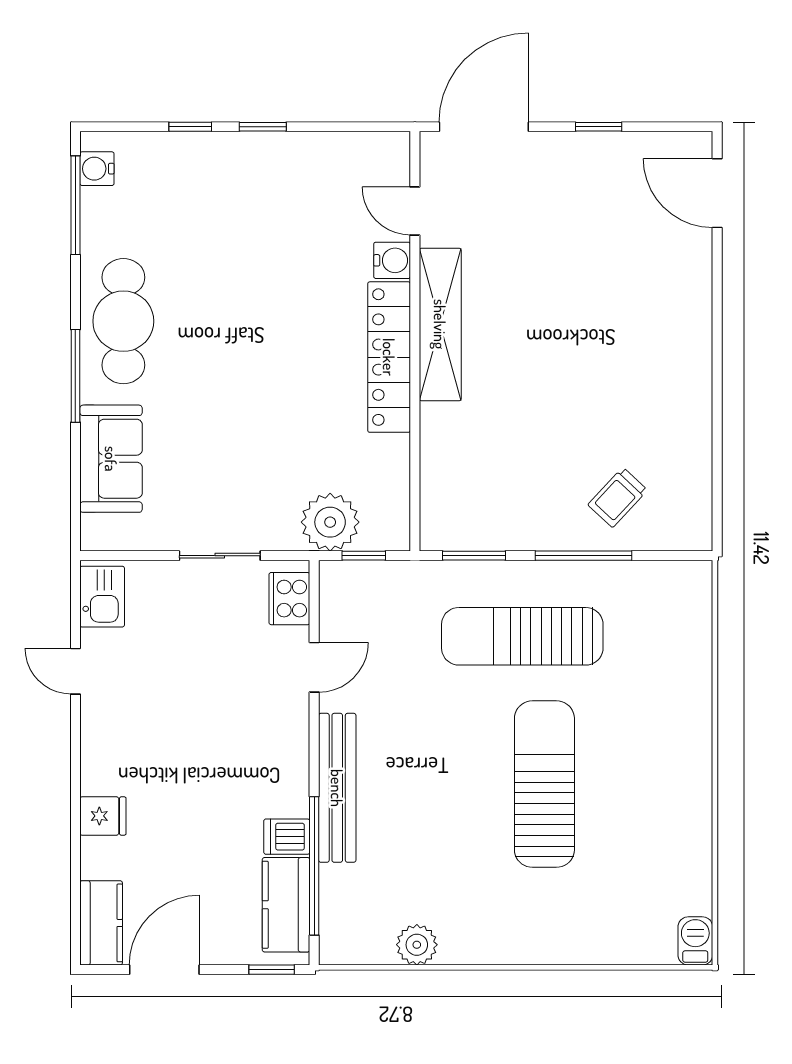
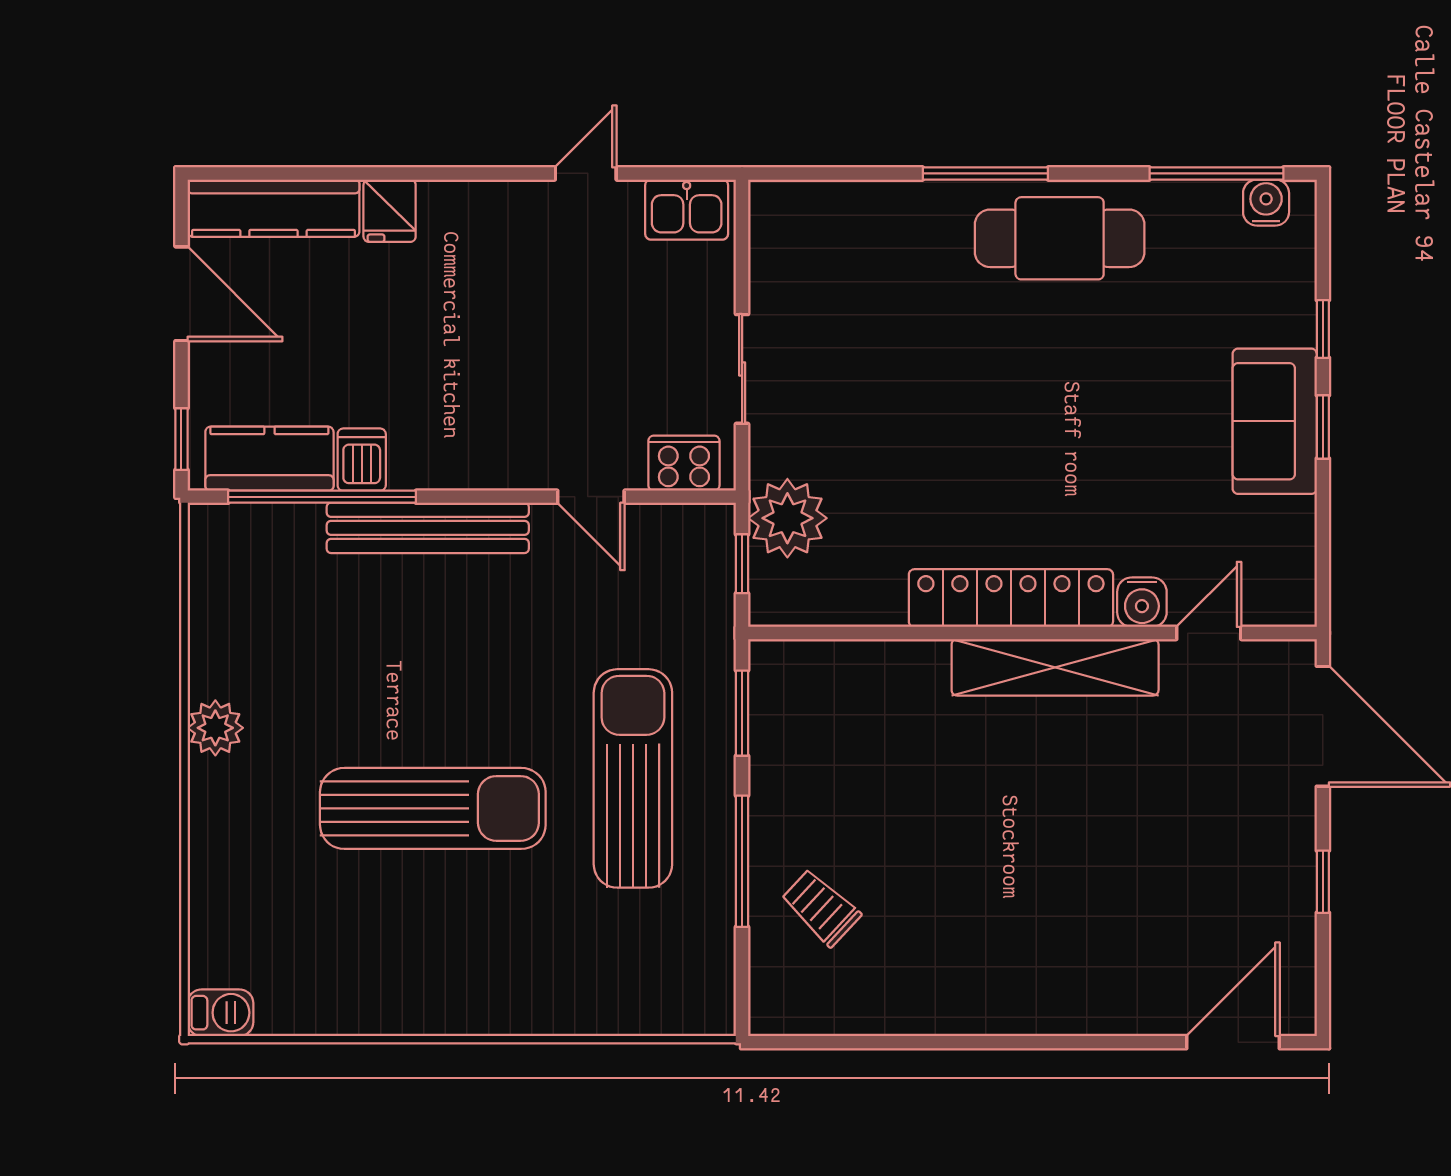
sofa: (111, 459) -> (1275, 421), moved, turned 90
kitchen counter: (101, 923) -> (273, 208), width x1.50
plant: (417, 945) -> (215, 728), moved

